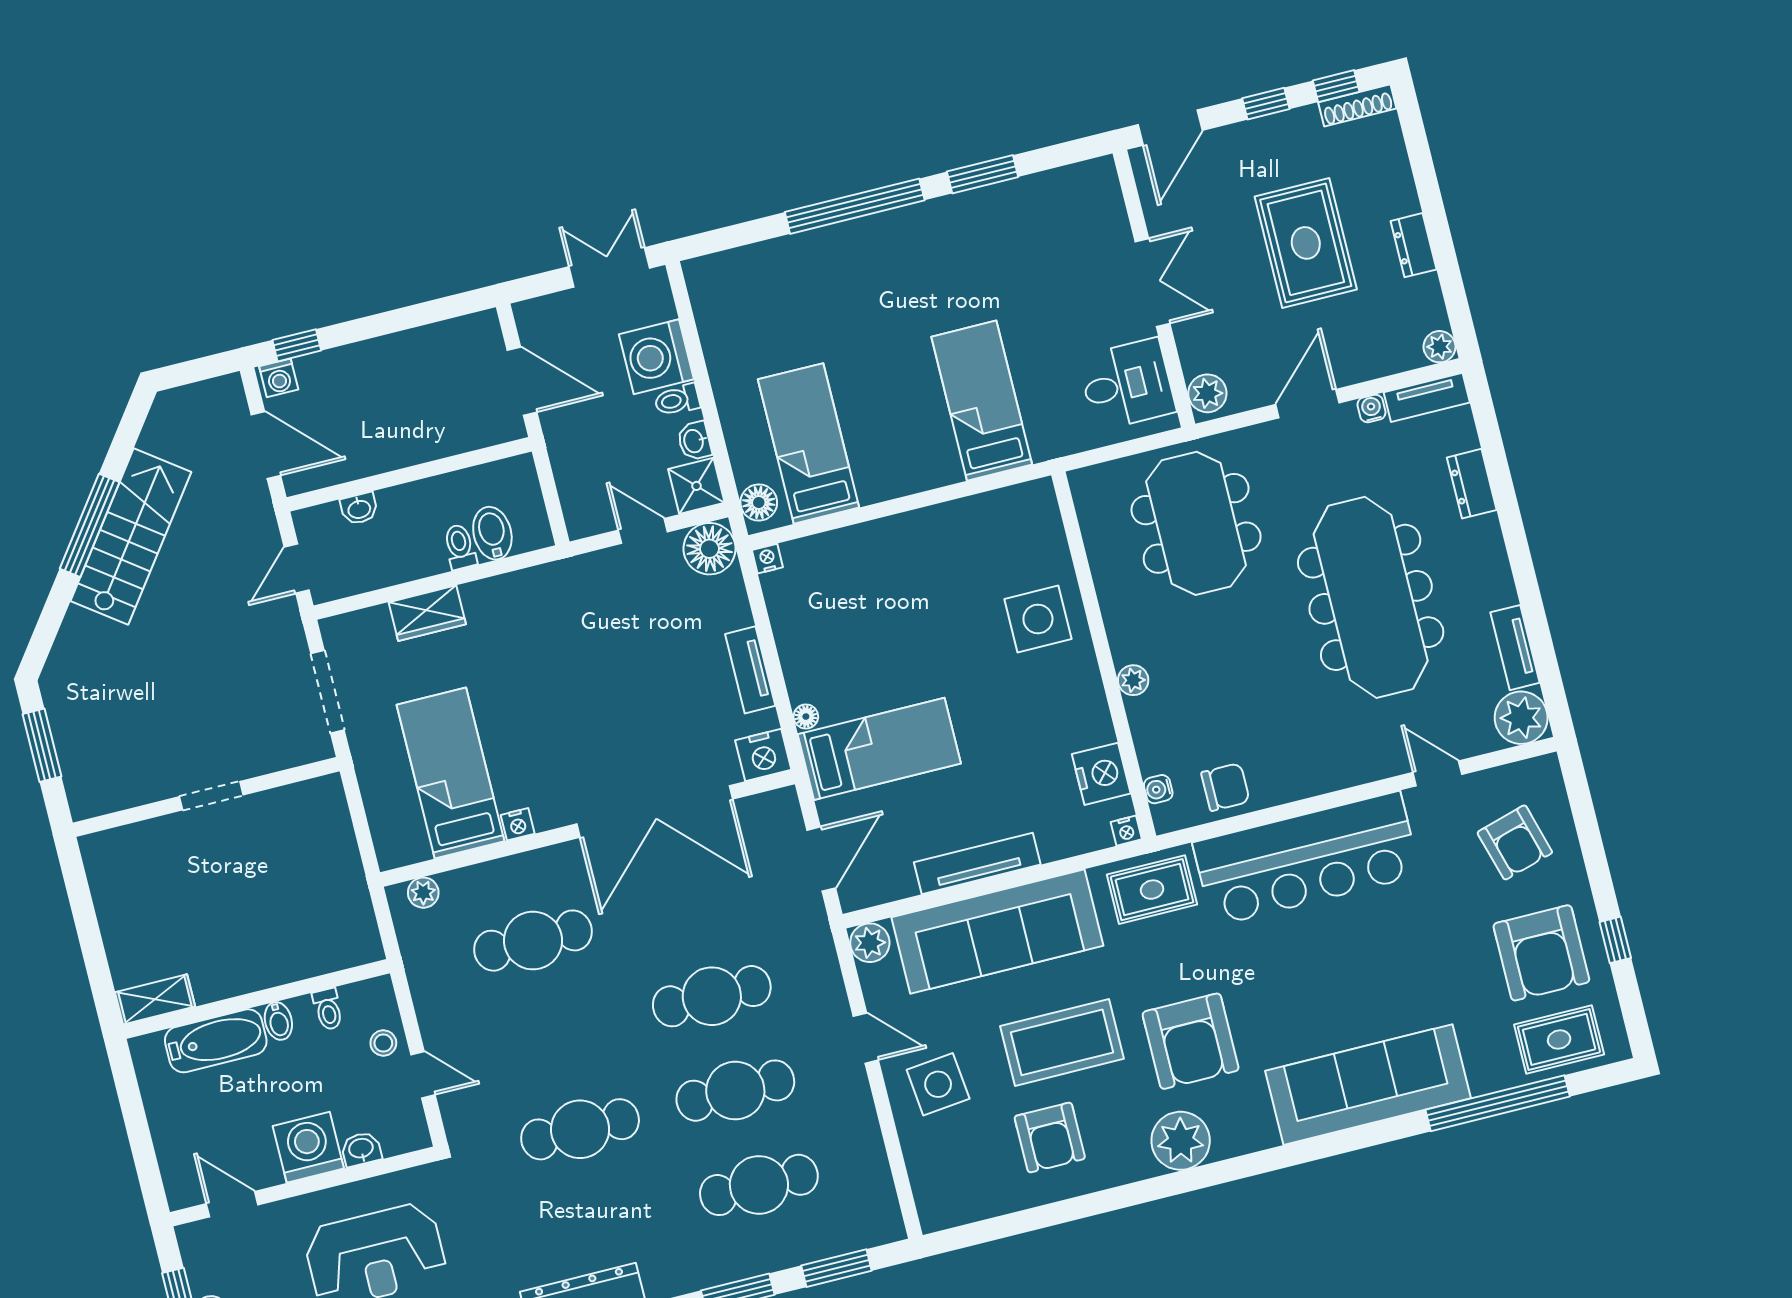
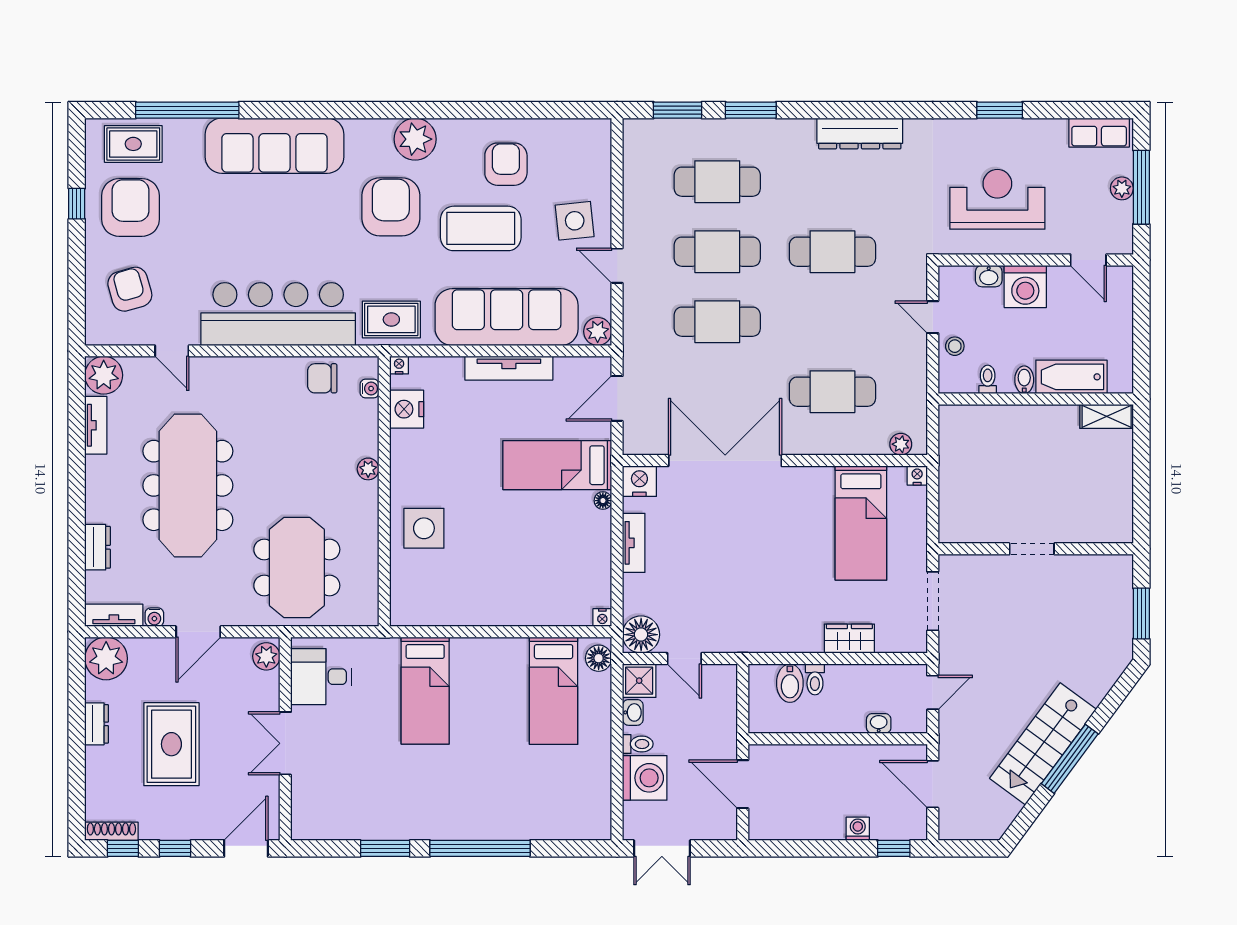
plant: (1440, 347) -> (106, 658), width x1.88, depth x1.88
washing machine: (279, 378) -> (858, 829), moved
nightstand: (518, 824) -> (917, 475), moved

